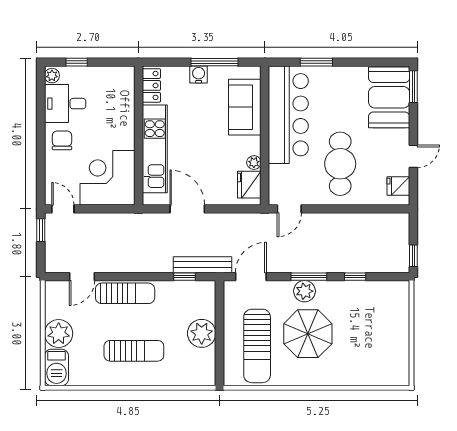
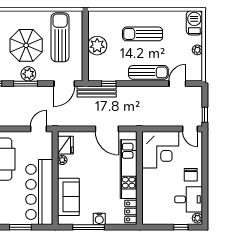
sun lounger: (125, 293) -> (148, 72), turned 180
plant: (59, 334) -> (197, 50), width x0.53, depth x0.53

